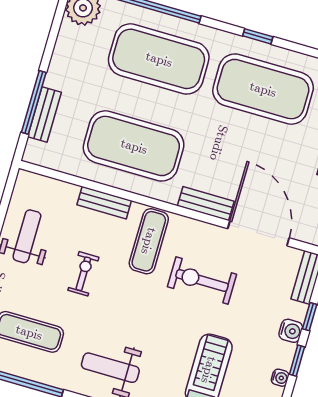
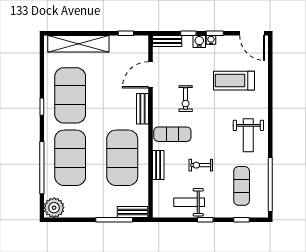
bench: (44, 115) -> (132, 212), moved
door: (259, 233) -> (150, 75), width x0.73
exercise bike: (202, 280) -> (186, 99), width x0.73, depth x0.72
water cooler: (280, 378) -> (211, 40), moved

